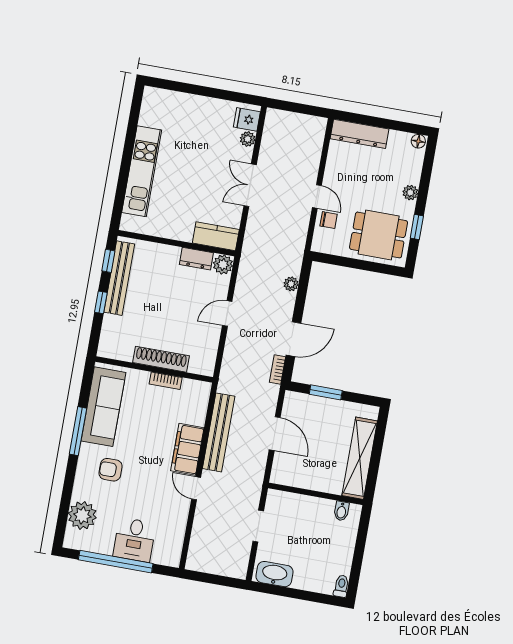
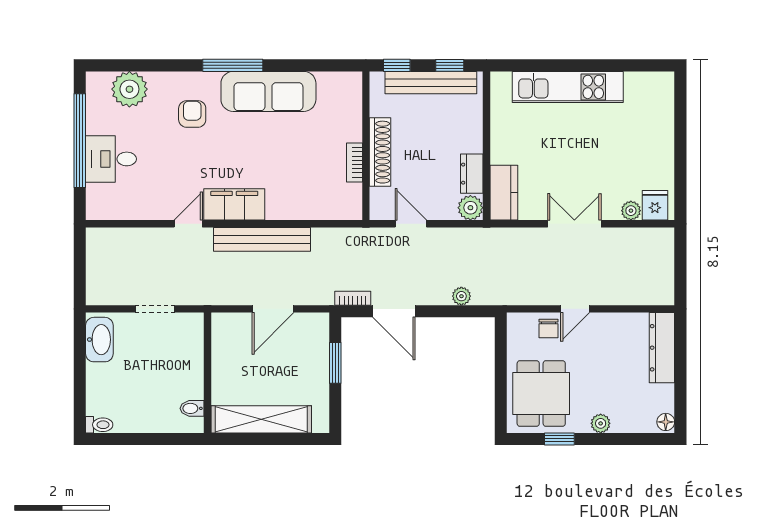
shoe rack: (161, 359) -> (380, 152), moved
wall: (154, 369) -> (366, 146), moved
bookcase: (166, 381) -> (354, 162), moved

